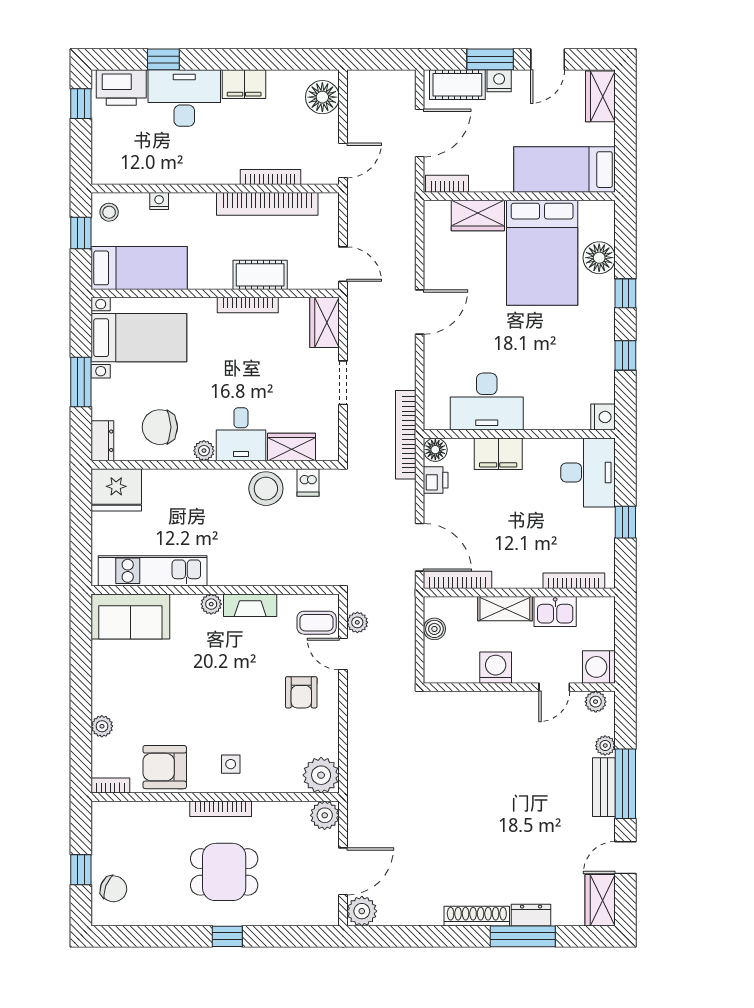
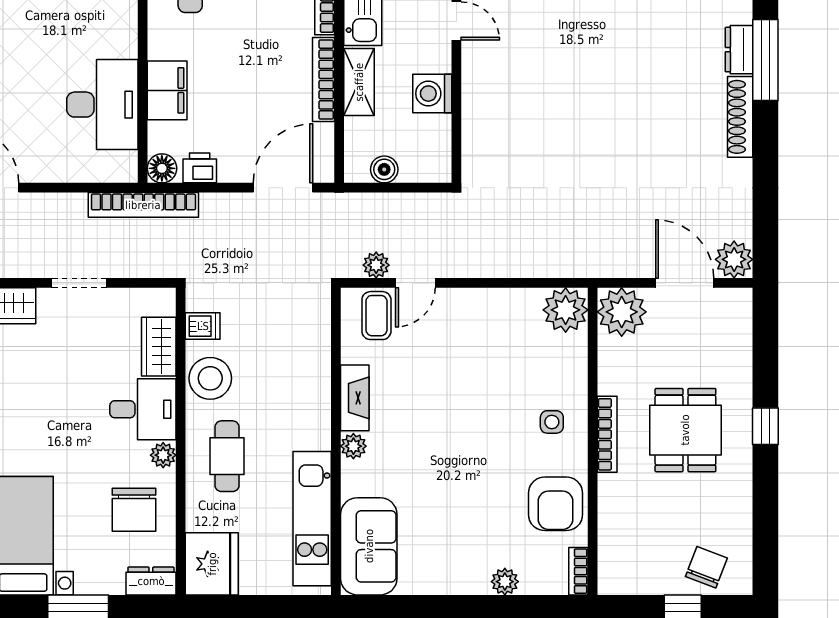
cafe table: (203, 502) -> (227, 456), added
bookcase: (457, 580) -> (324, 80), moved
armchair: (301, 692) -> (463, 334), removed
plant: (325, 815) -> (622, 312), width x1.36, depth x1.36

